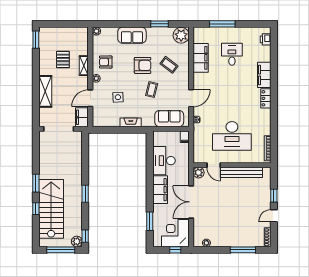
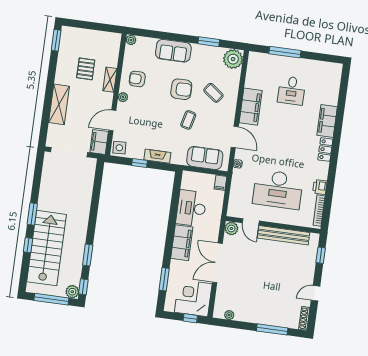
printer: (266, 39) -> (320, 187), moved
desk: (232, 54) -> (292, 90), turned 180
filing cabinet: (201, 58) -> (251, 107), moved
side table: (118, 97) -> (119, 148), moved
door: (191, 98) -> (235, 137), hinge flipped
window: (117, 130) -> (139, 163), added
window: (85, 194) -> (88, 255), moved
window: (274, 196) -> (321, 255), moved

